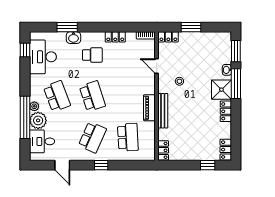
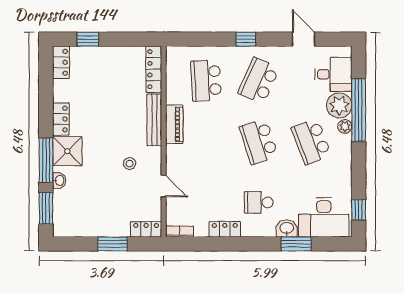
desk: (43, 57) -> (324, 217), moved, turned 90
locker: (163, 150) -> (154, 69), width x1.53

